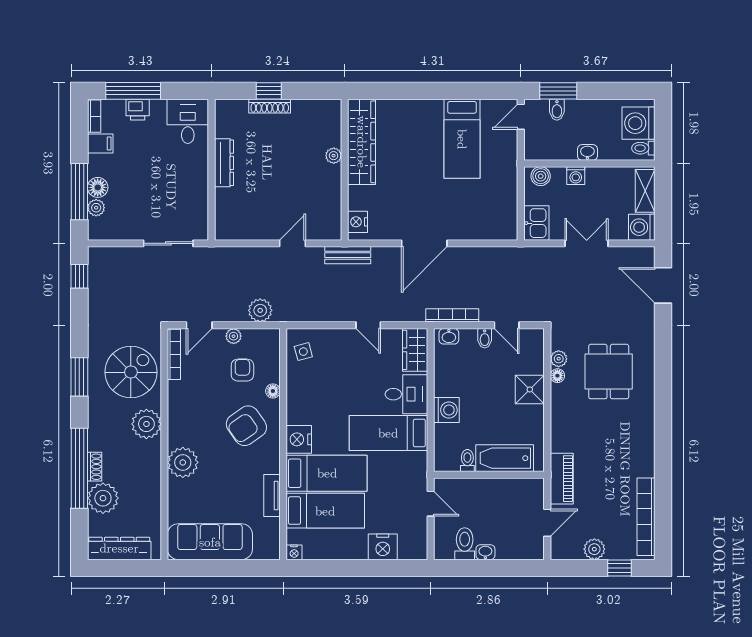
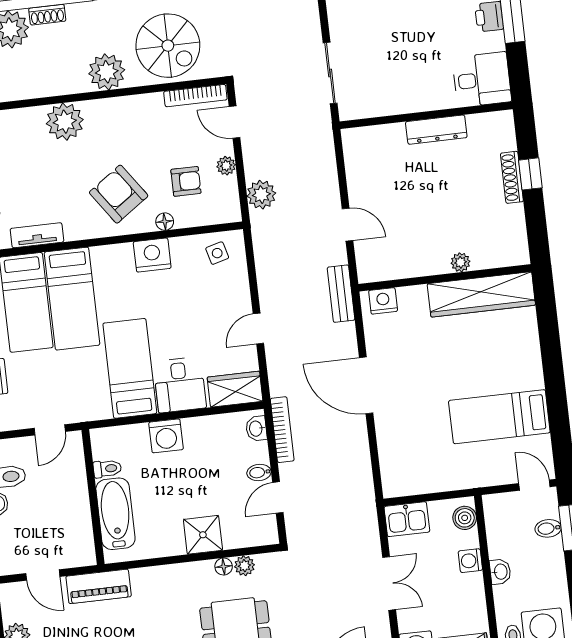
nightstand: (299, 439) -> (152, 255), moved

